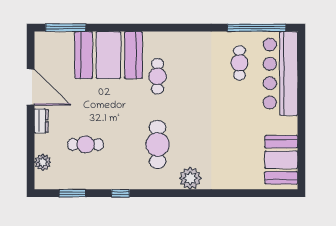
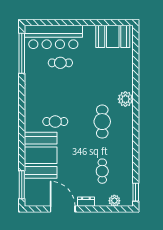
cafe table: (240, 63) -> (60, 63), moved
door: (31, 87) -> (63, 209), hinge flipped
cafe table: (158, 144) -> (102, 122), turned 90
window: (72, 193) -> (136, 192), moved
window: (120, 193) -> (136, 147), removed

